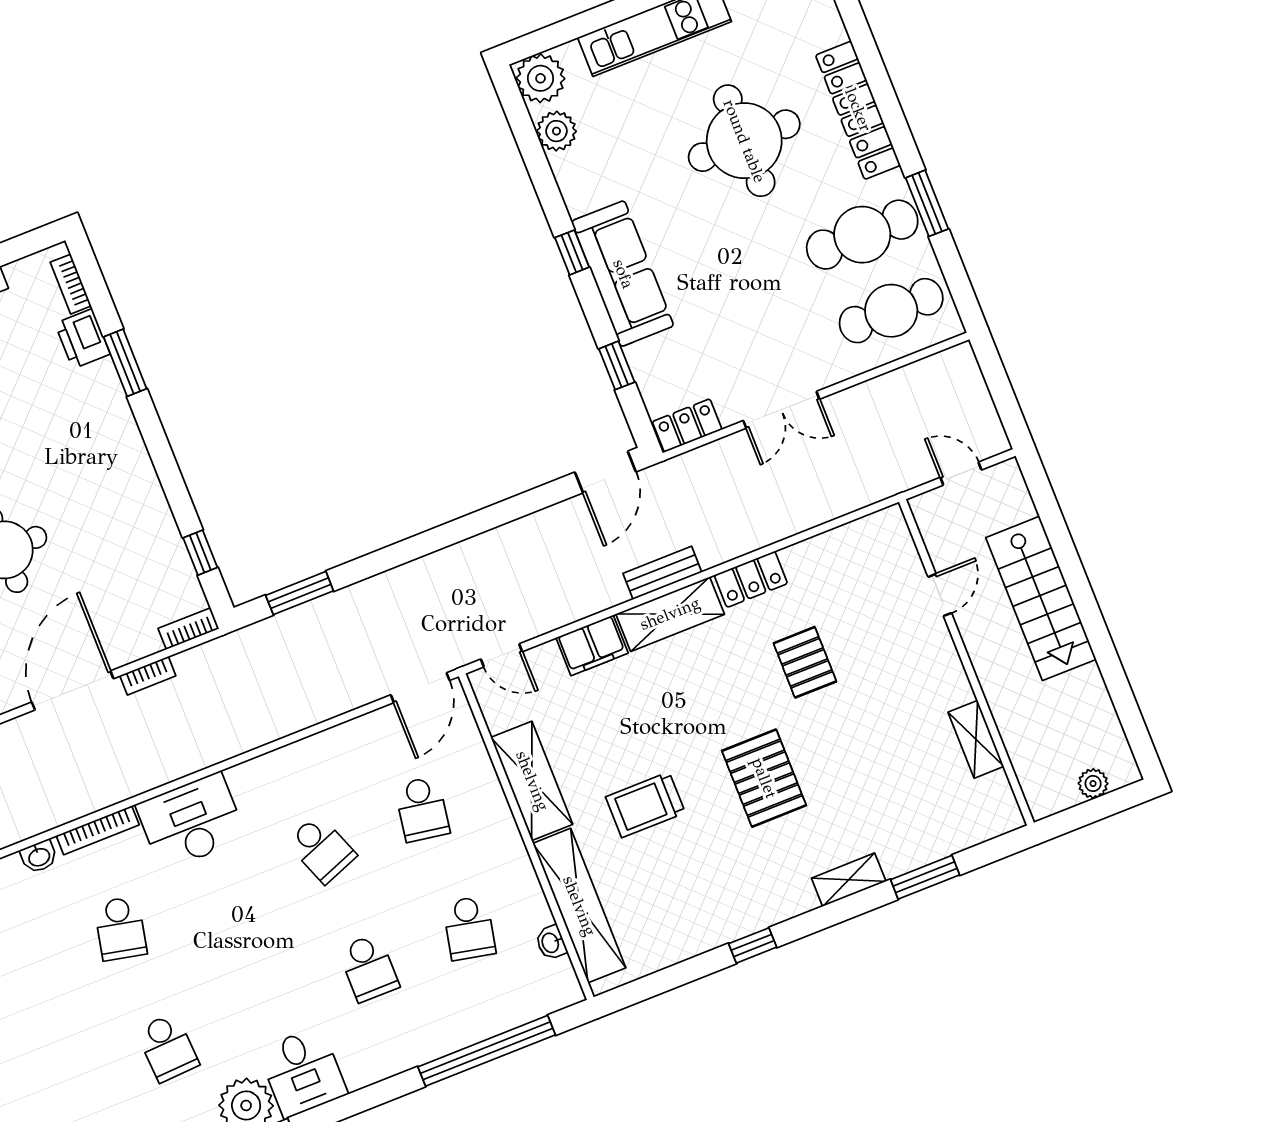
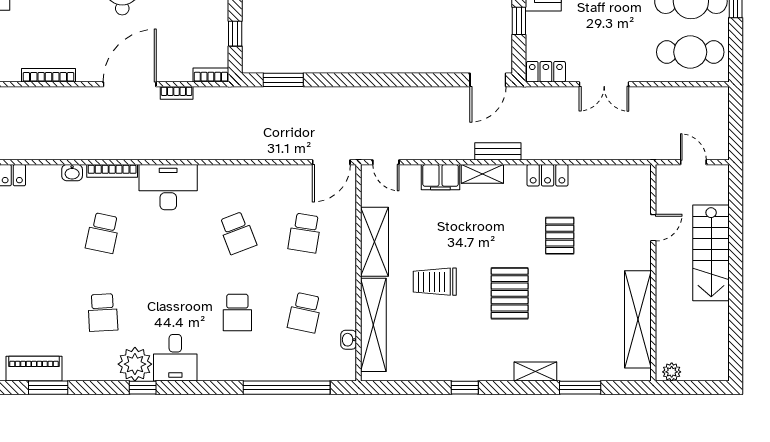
shelving: (670, 614) -> (482, 174), width x0.67, depth x0.75
shelving: (976, 739) -> (638, 319), width x2.20, depth x1.33
plant: (1093, 784) -> (672, 372), moved

